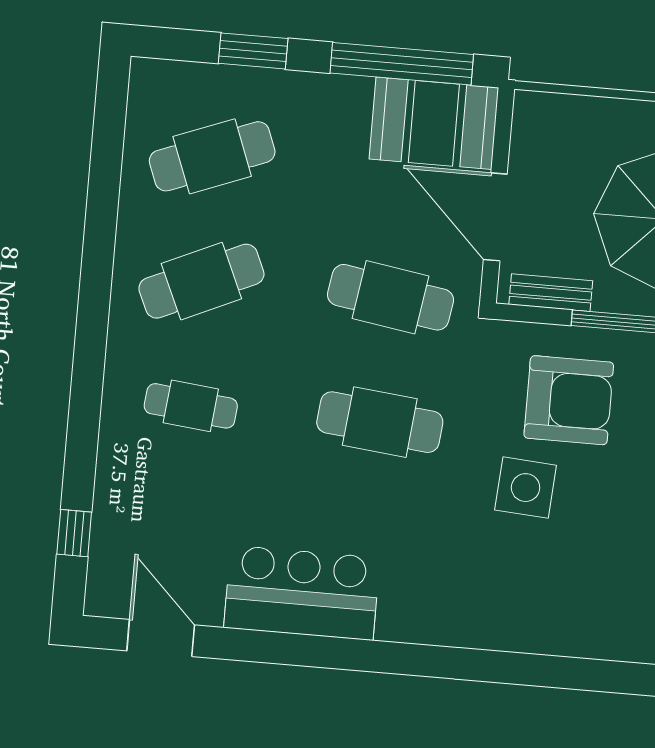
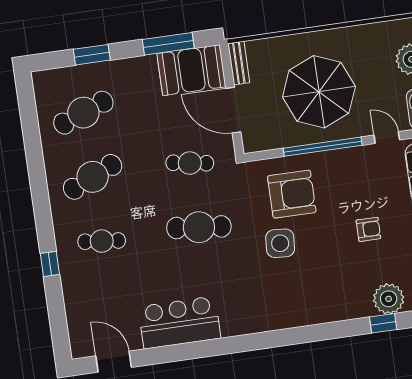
window: (402, 64) -> (168, 44), width x0.68
bench: (551, 293) -> (239, 63), moved, turned 90
cafe table: (390, 297) -> (190, 163), width x0.73, depth x0.74
window: (74, 533) -> (50, 264), moved

